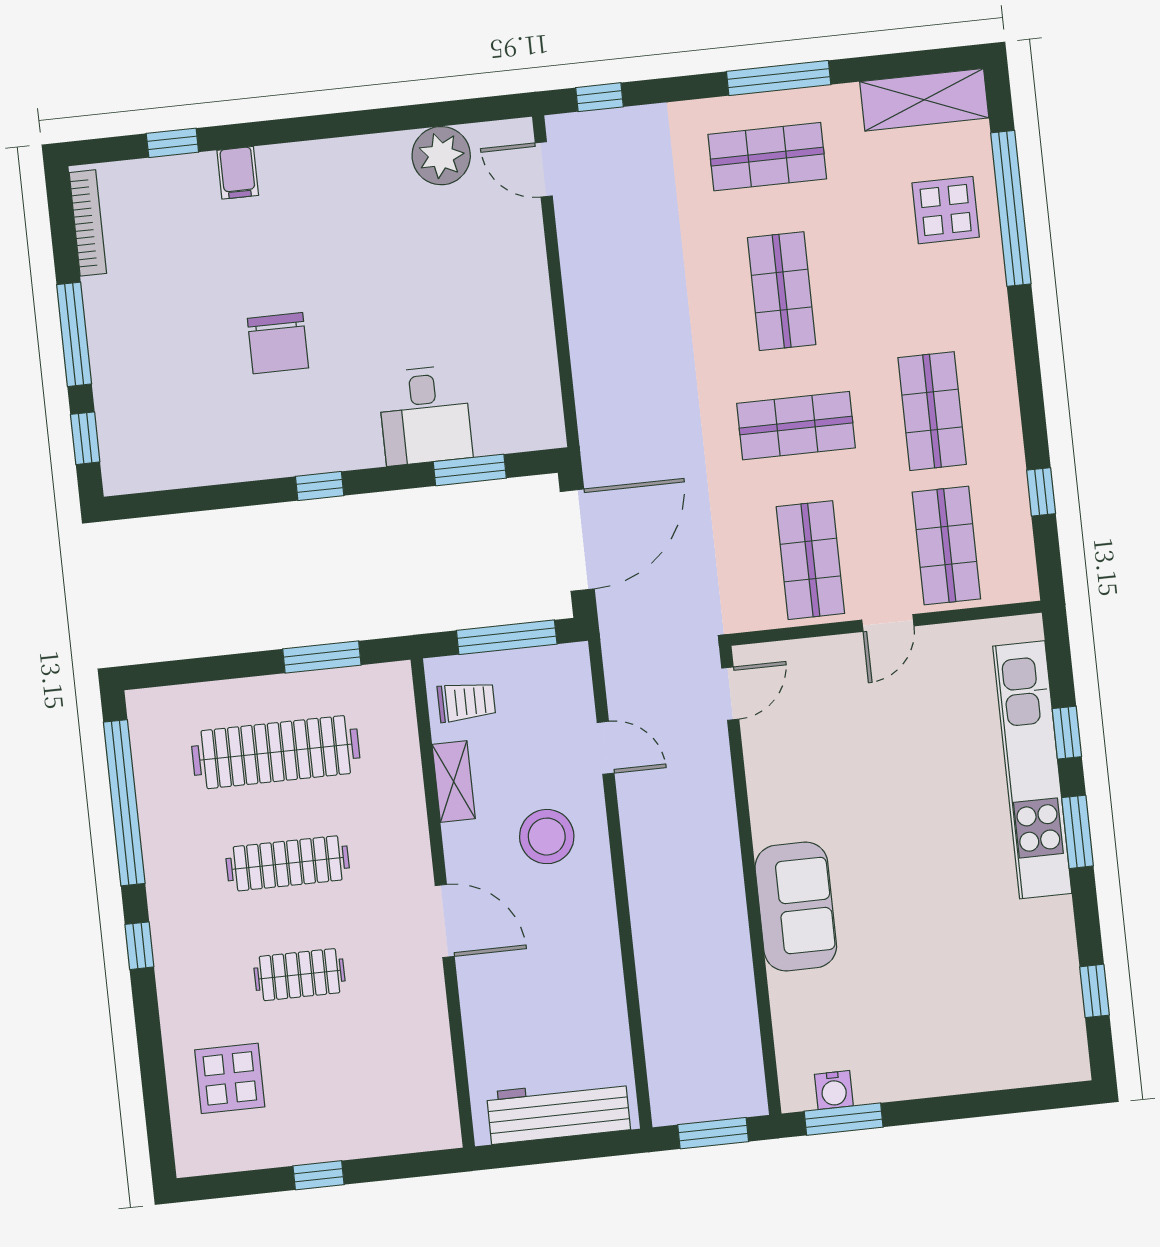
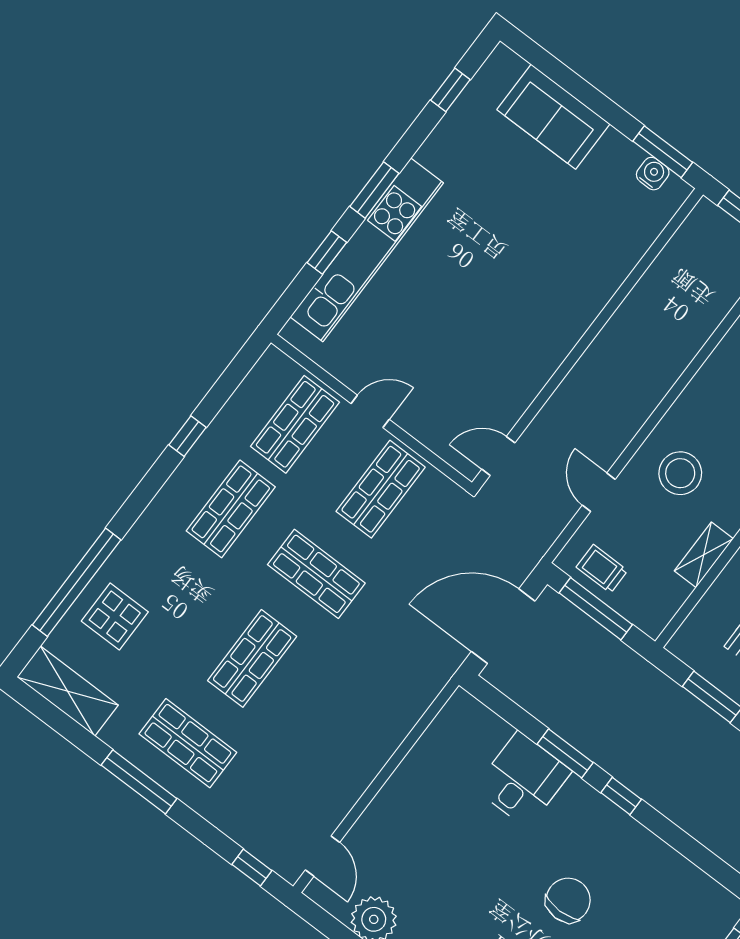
window: (470, 470) -> (565, 753), moved
window: (1041, 492) -> (188, 436), moved
trolley: (466, 702) -> (602, 569), moved
sofa: (796, 907) -> (553, 117), moved, turned -90

